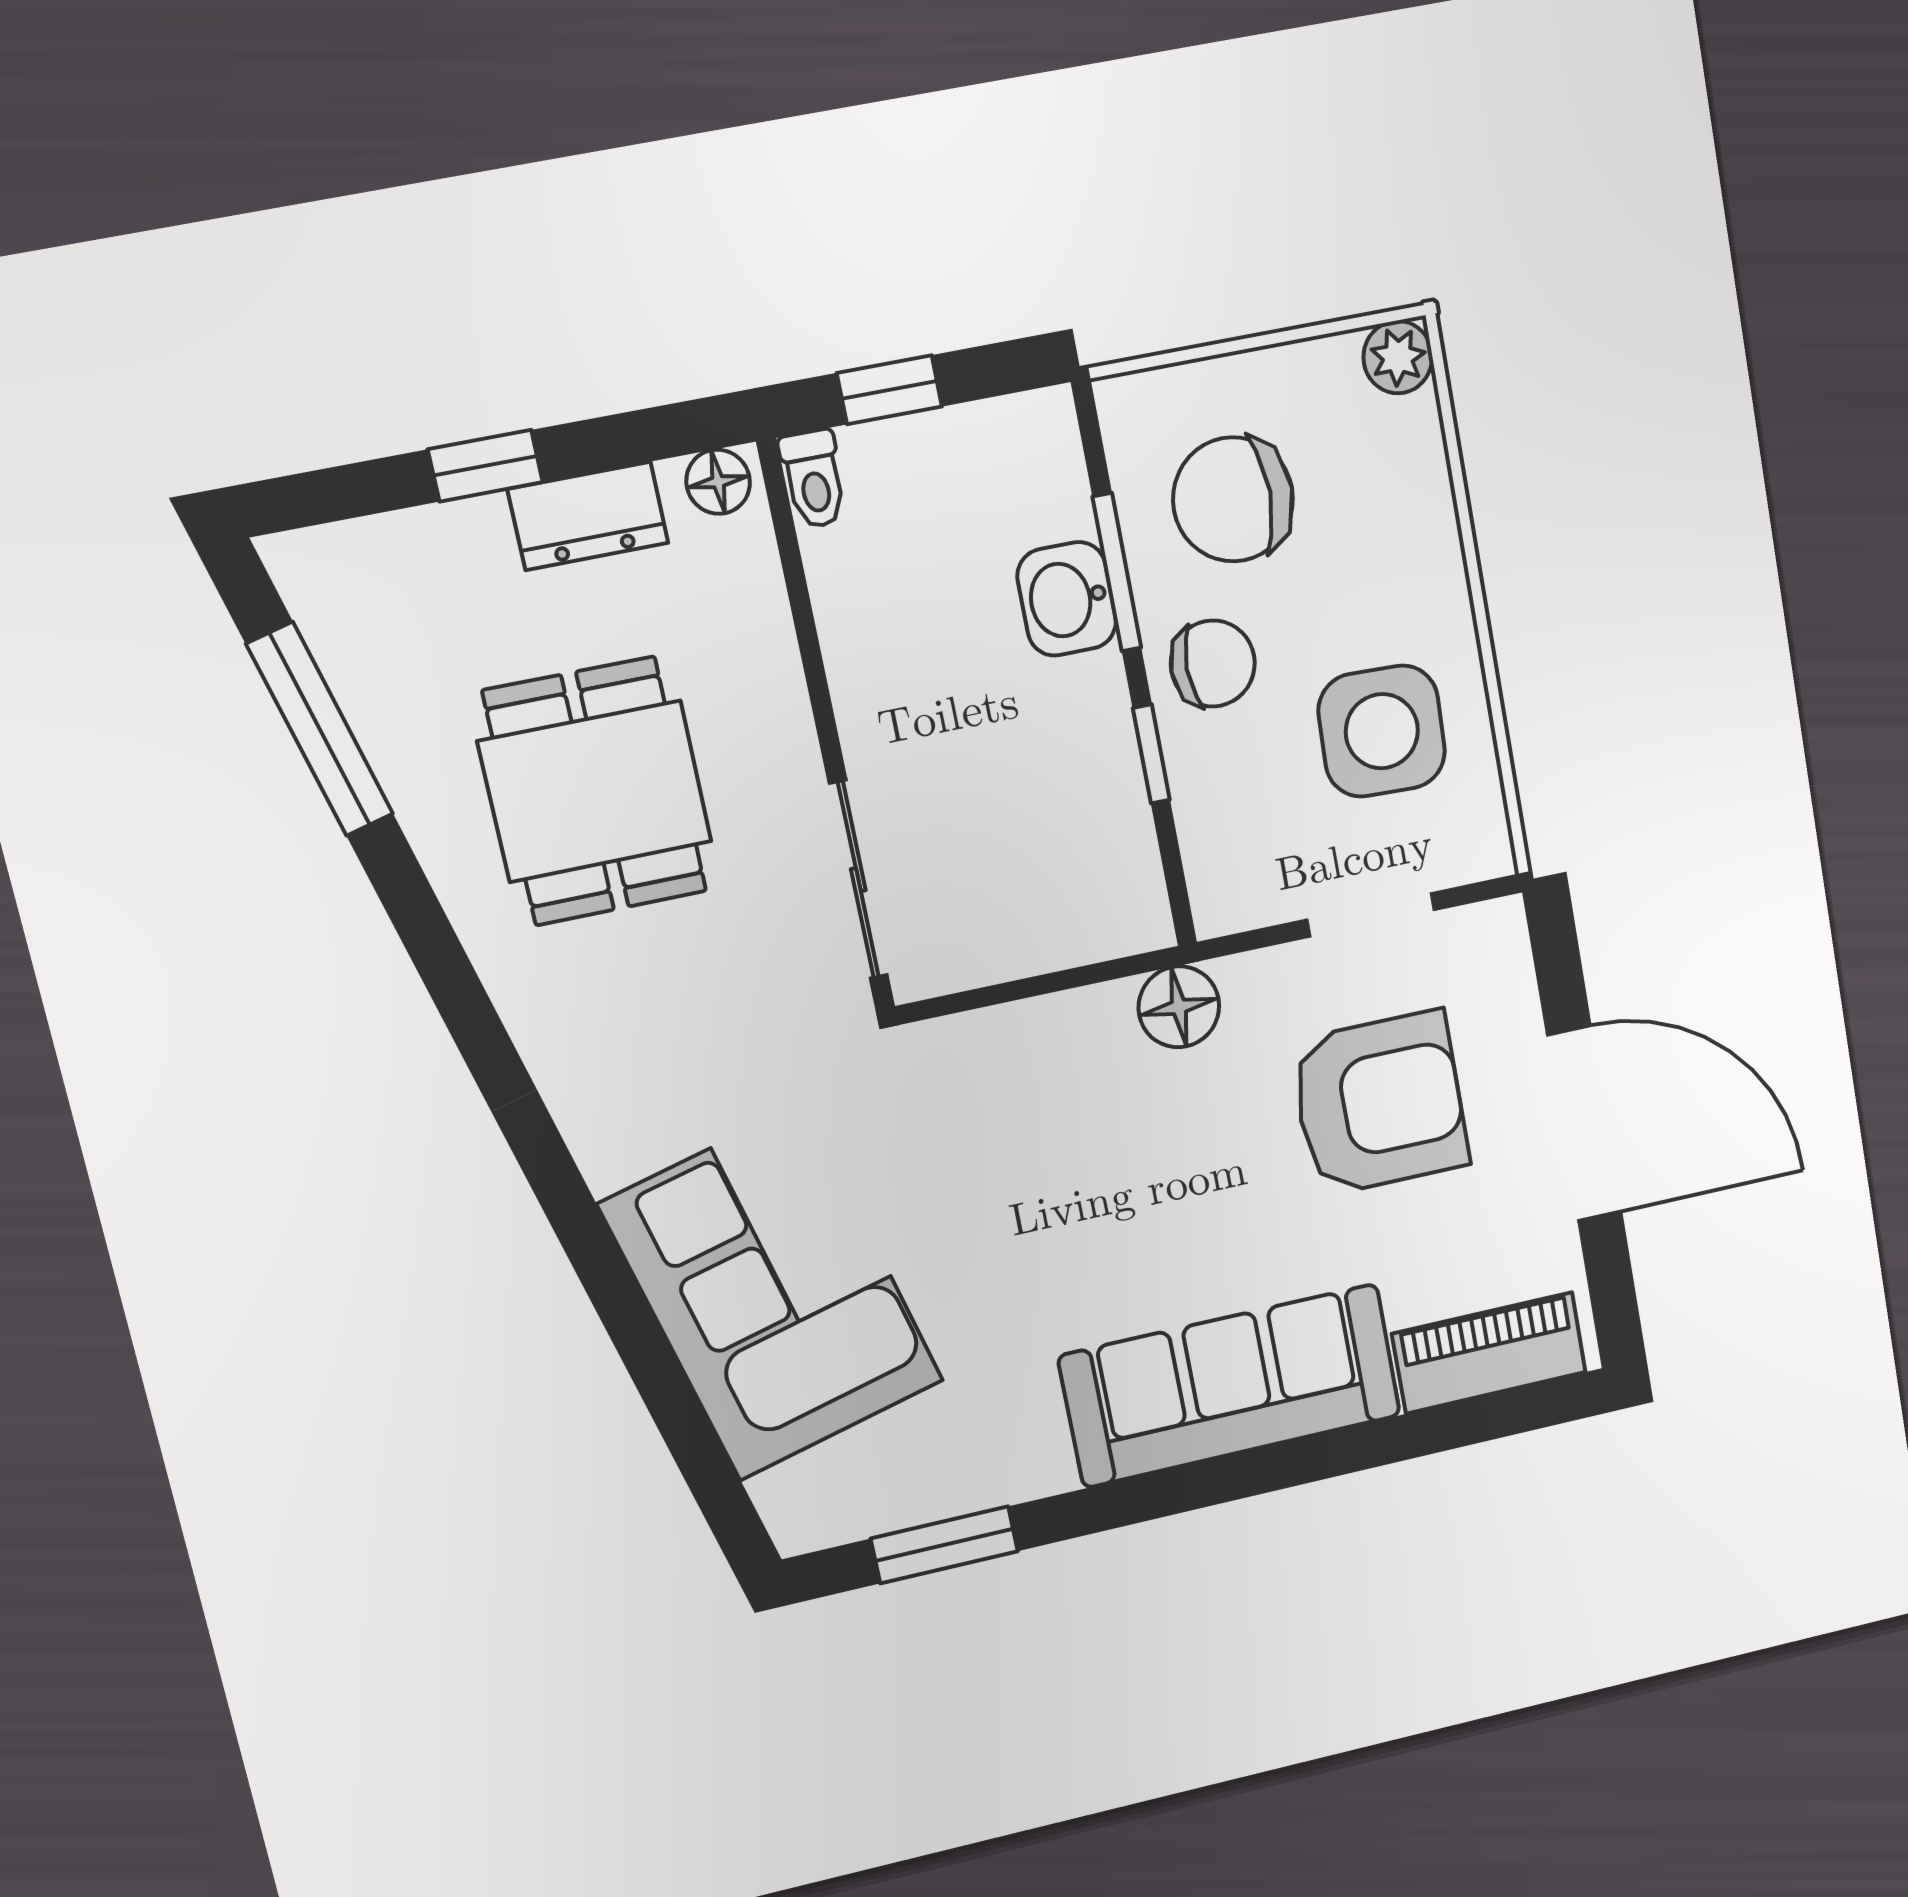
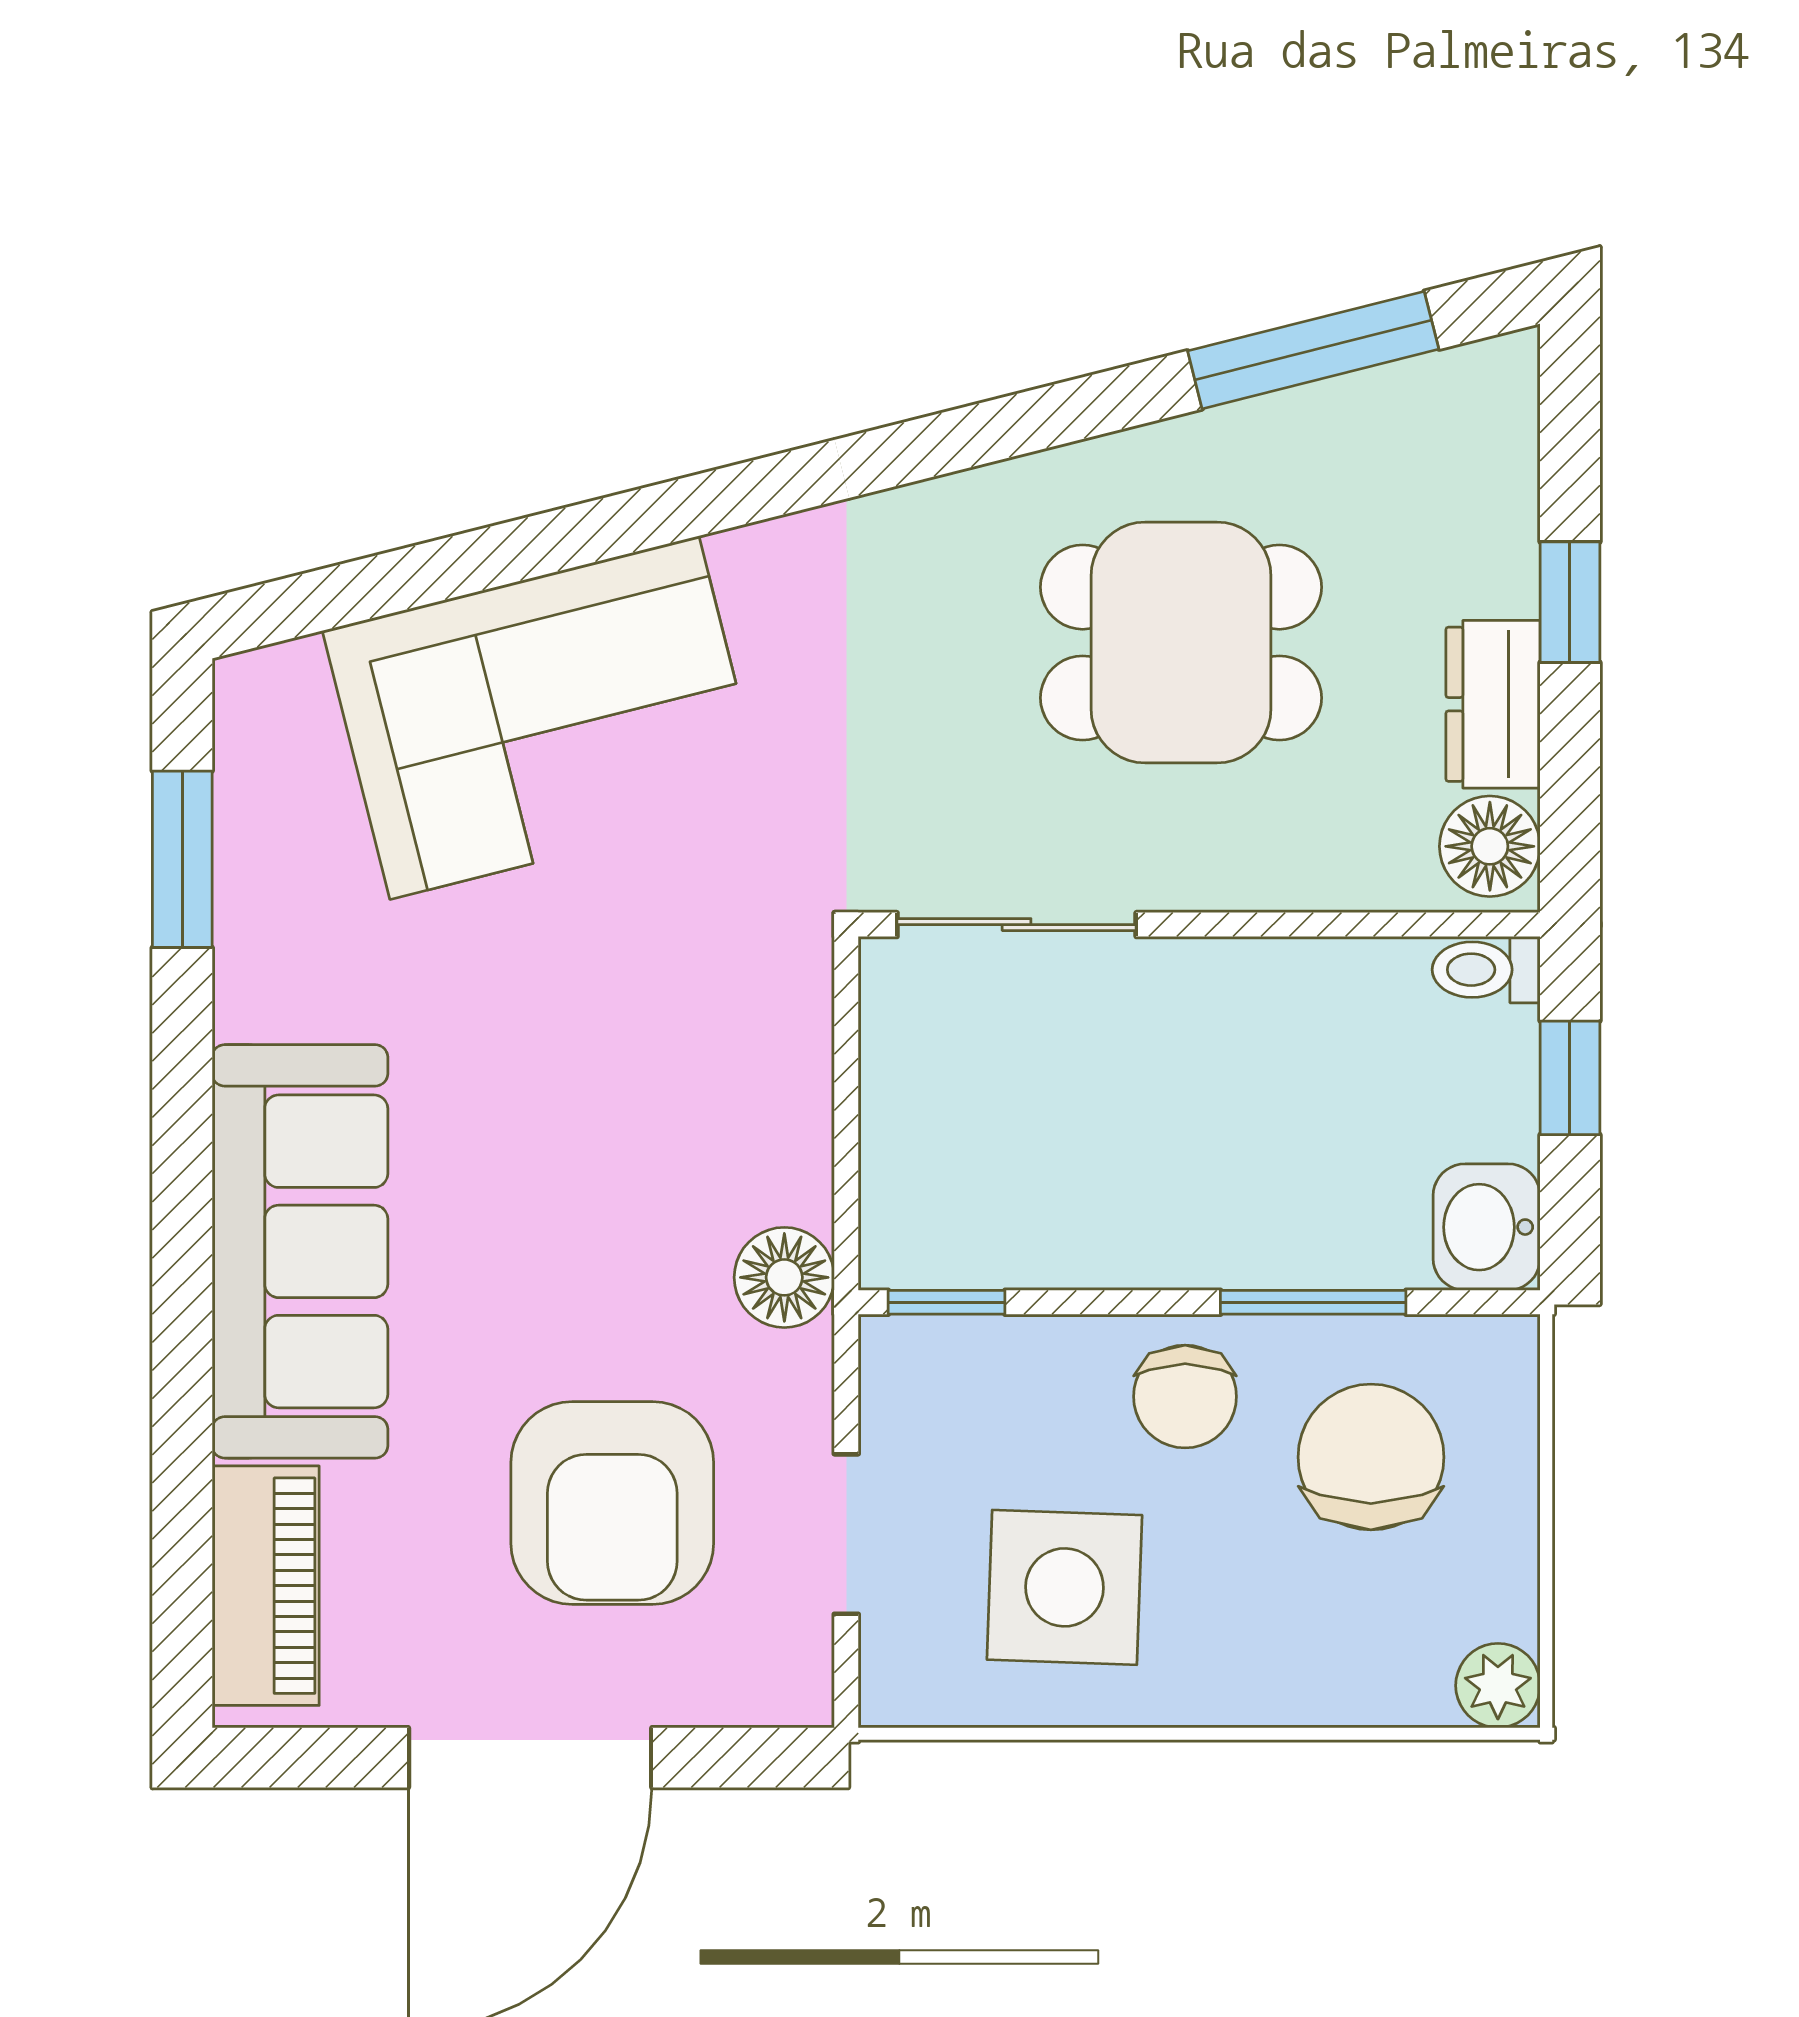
floor lamp: (718, 482) -> (1490, 846), width x1.37, depth x1.37
washbasin: (1067, 599) -> (1487, 1227), moved, turned -90
window: (1151, 754) -> (947, 1302), moved

